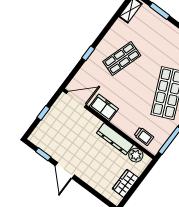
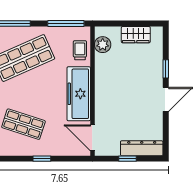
freezer: (104, 108) -> (79, 94), width x1.91, depth x1.26
dresser: (115, 139) -> (142, 148), moved, turned -90
window: (43, 154) -> (166, 69), moved

